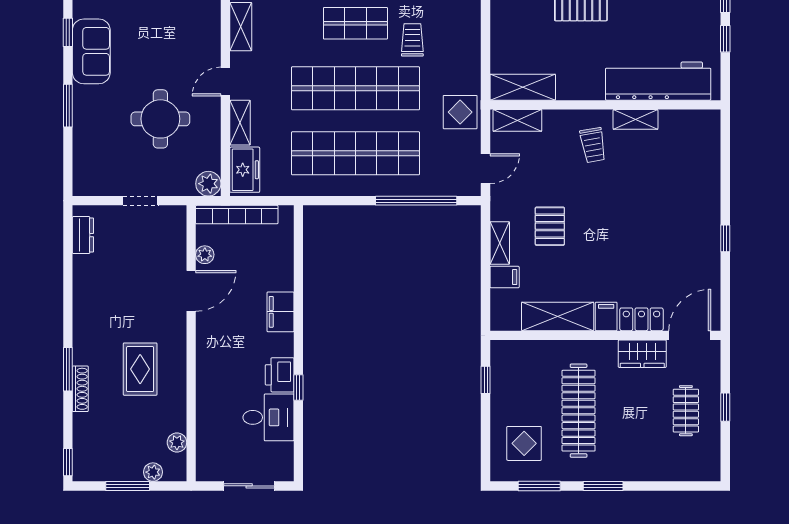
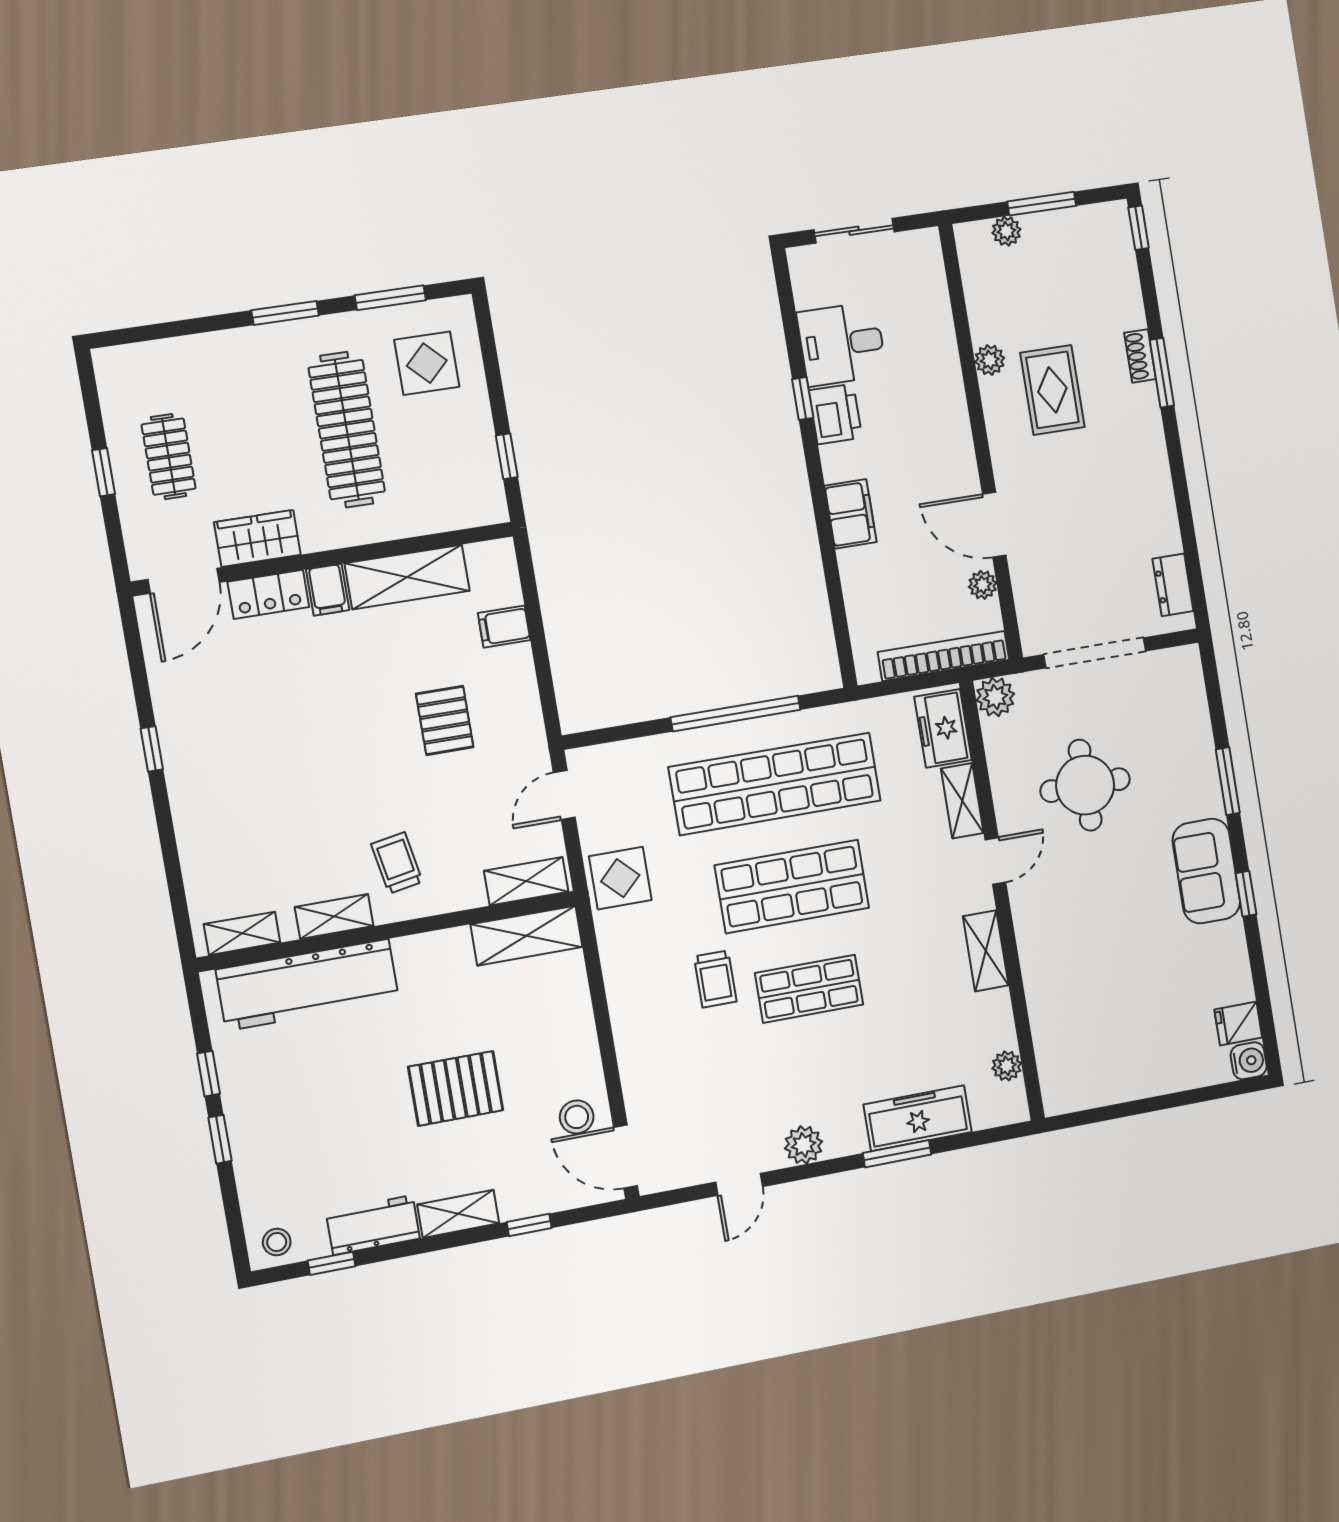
shop shelf: (355, 88) -> (792, 886), width x0.71
doorway: (140, 201) -> (1095, 653), width x1.88
window: (416, 201) -> (736, 714), moved
shelving: (500, 243) -> (242, 933), moved, turned 90
door: (191, 291) -> (994, 525), hinge flipped
shoe rack: (80, 389) -> (1140, 356), width x0.70
plant: (177, 442) -> (990, 360), moved

